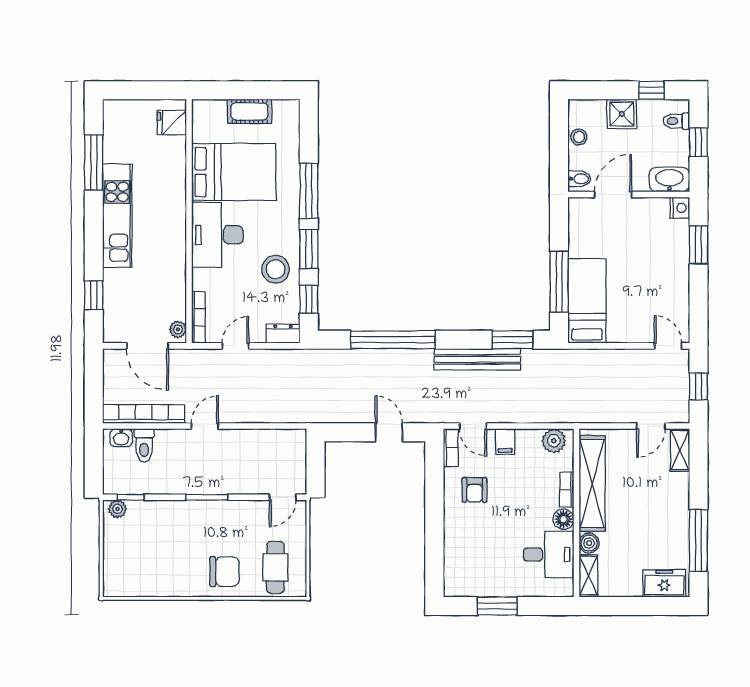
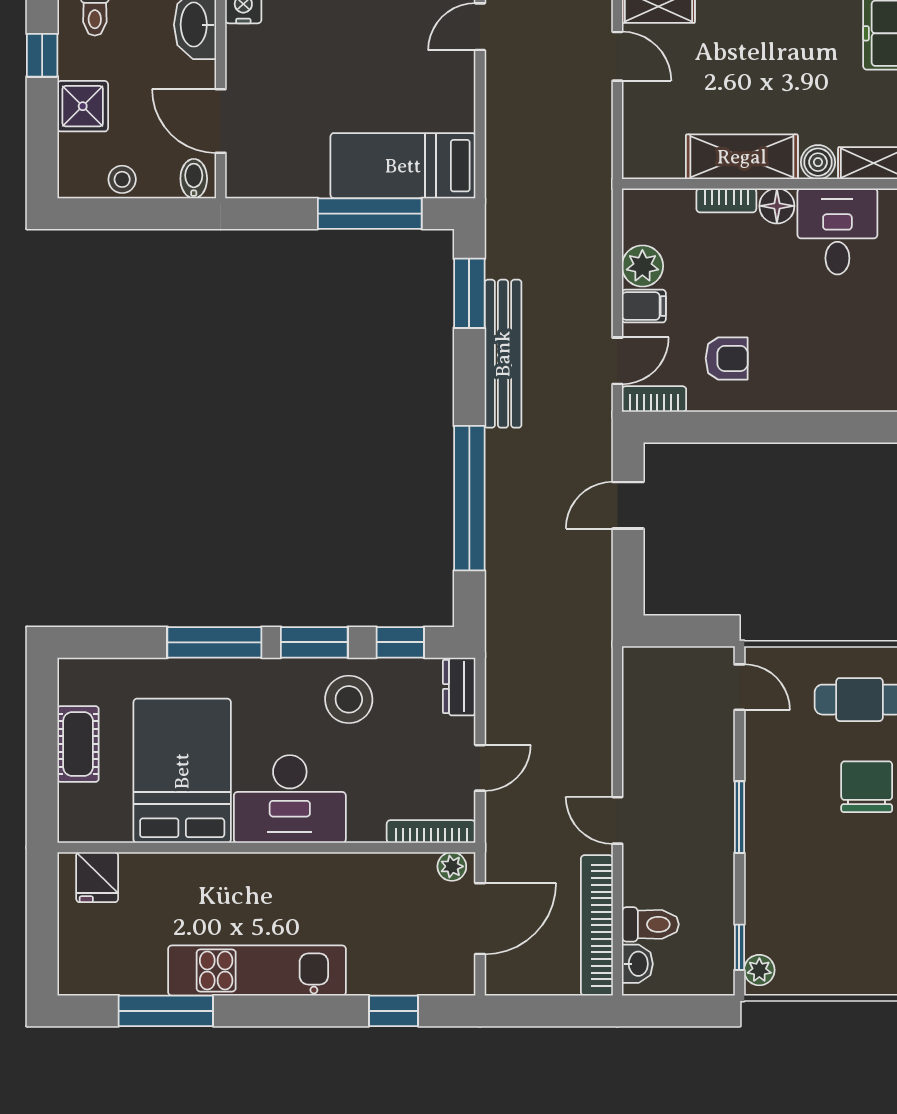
door: (236, 346) -> (480, 768), swing flipped
plant: (554, 441) -> (642, 266), moved
shelving: (592, 483) -> (742, 157), width x0.68

